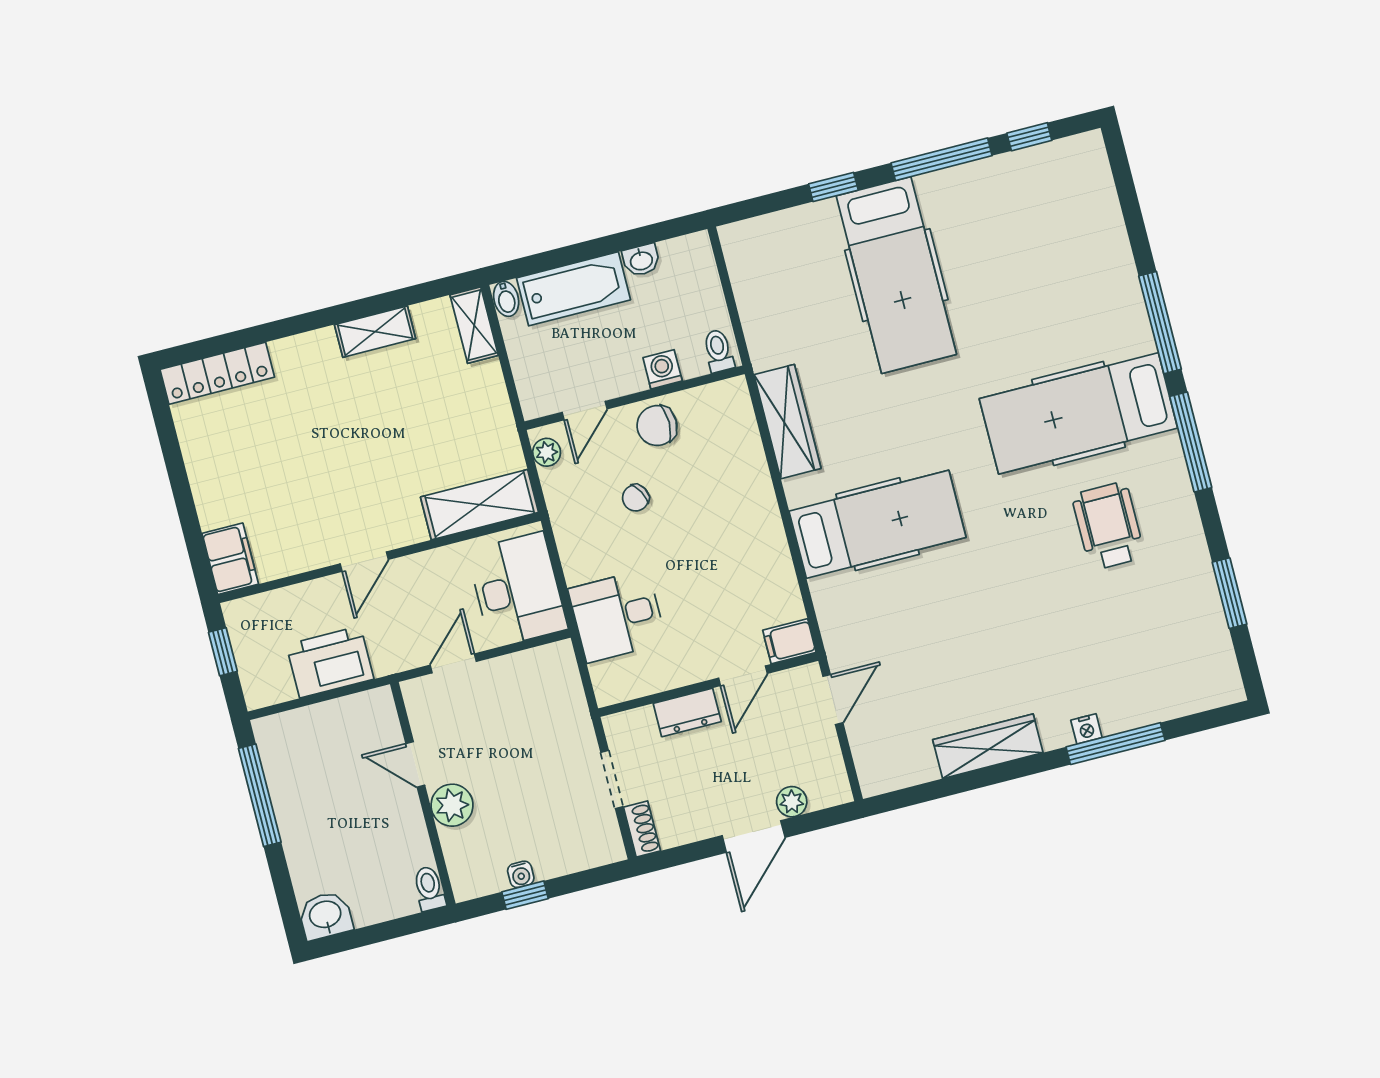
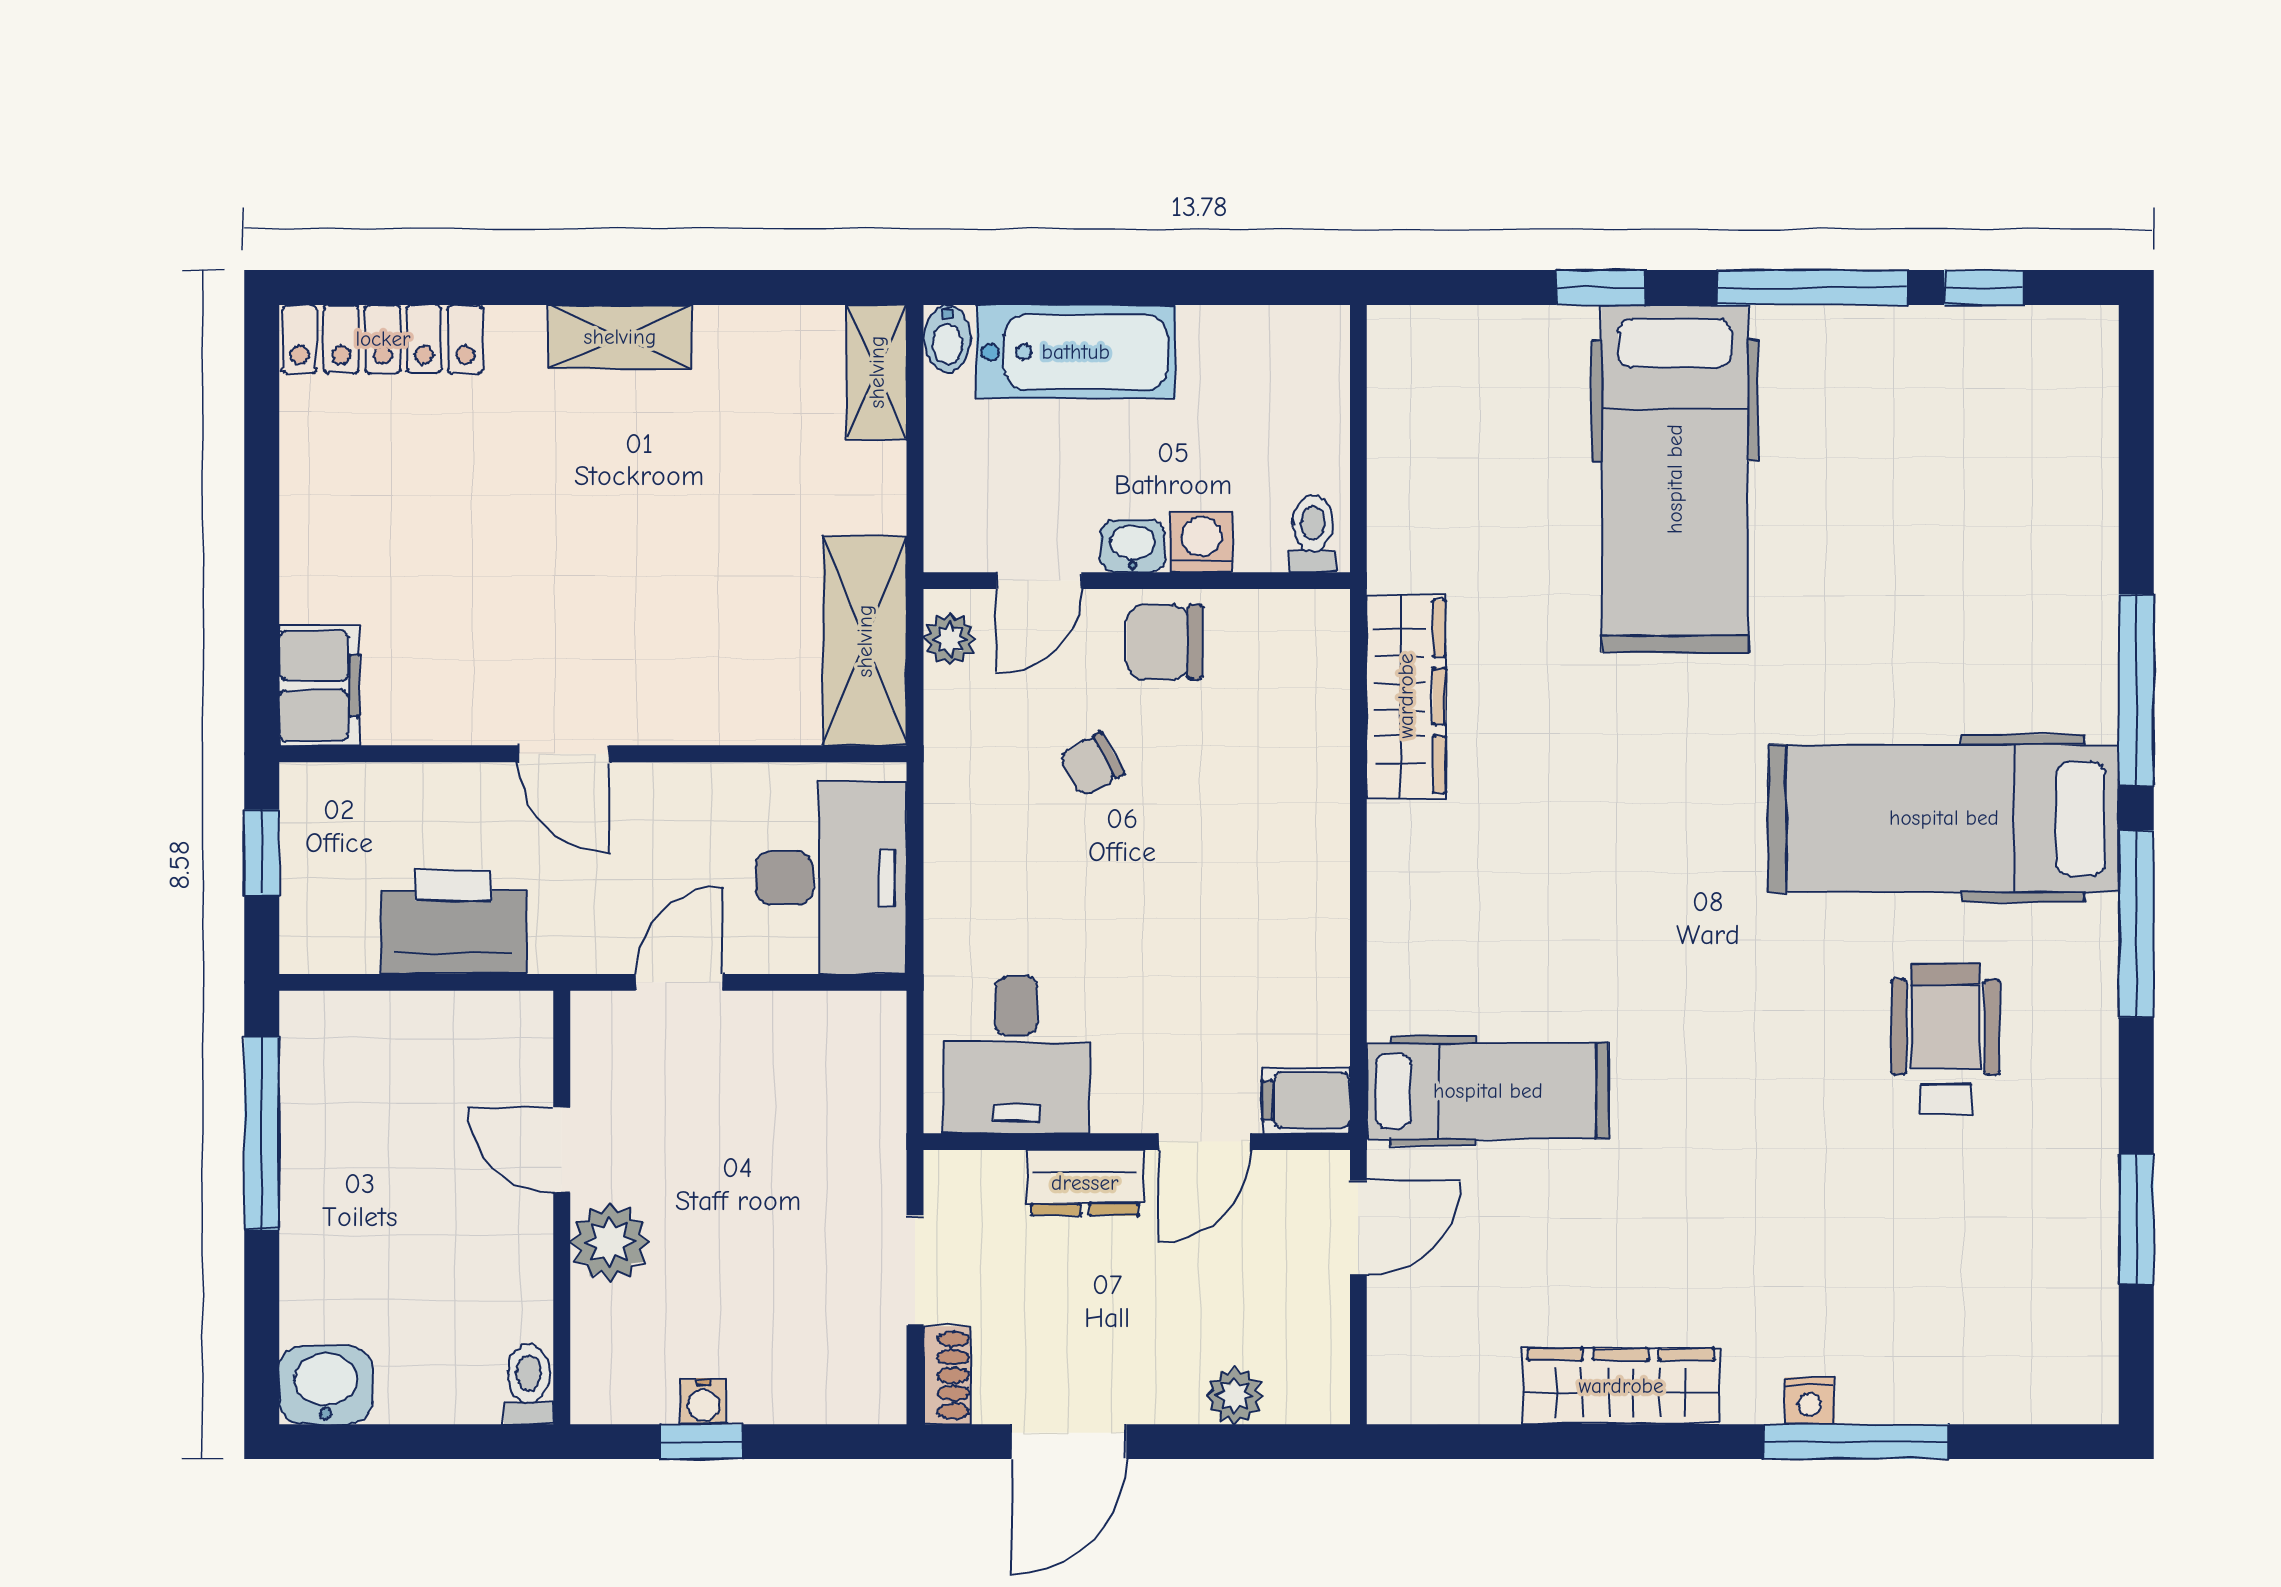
washbasin: (641, 260) -> (1133, 546), moved, turned 180
shelving: (375, 332) -> (620, 337), moved
shelving: (480, 505) -> (865, 641), moved, turned 90
hospital bed: (878, 524) -> (1488, 1091), moved, width x0.73, depth x0.78
door: (364, 562) -> (564, 754), hinge flipped
desk: (617, 616) -> (1016, 1055), moved, turned -90
door: (754, 837) -> (1069, 1442), moved

